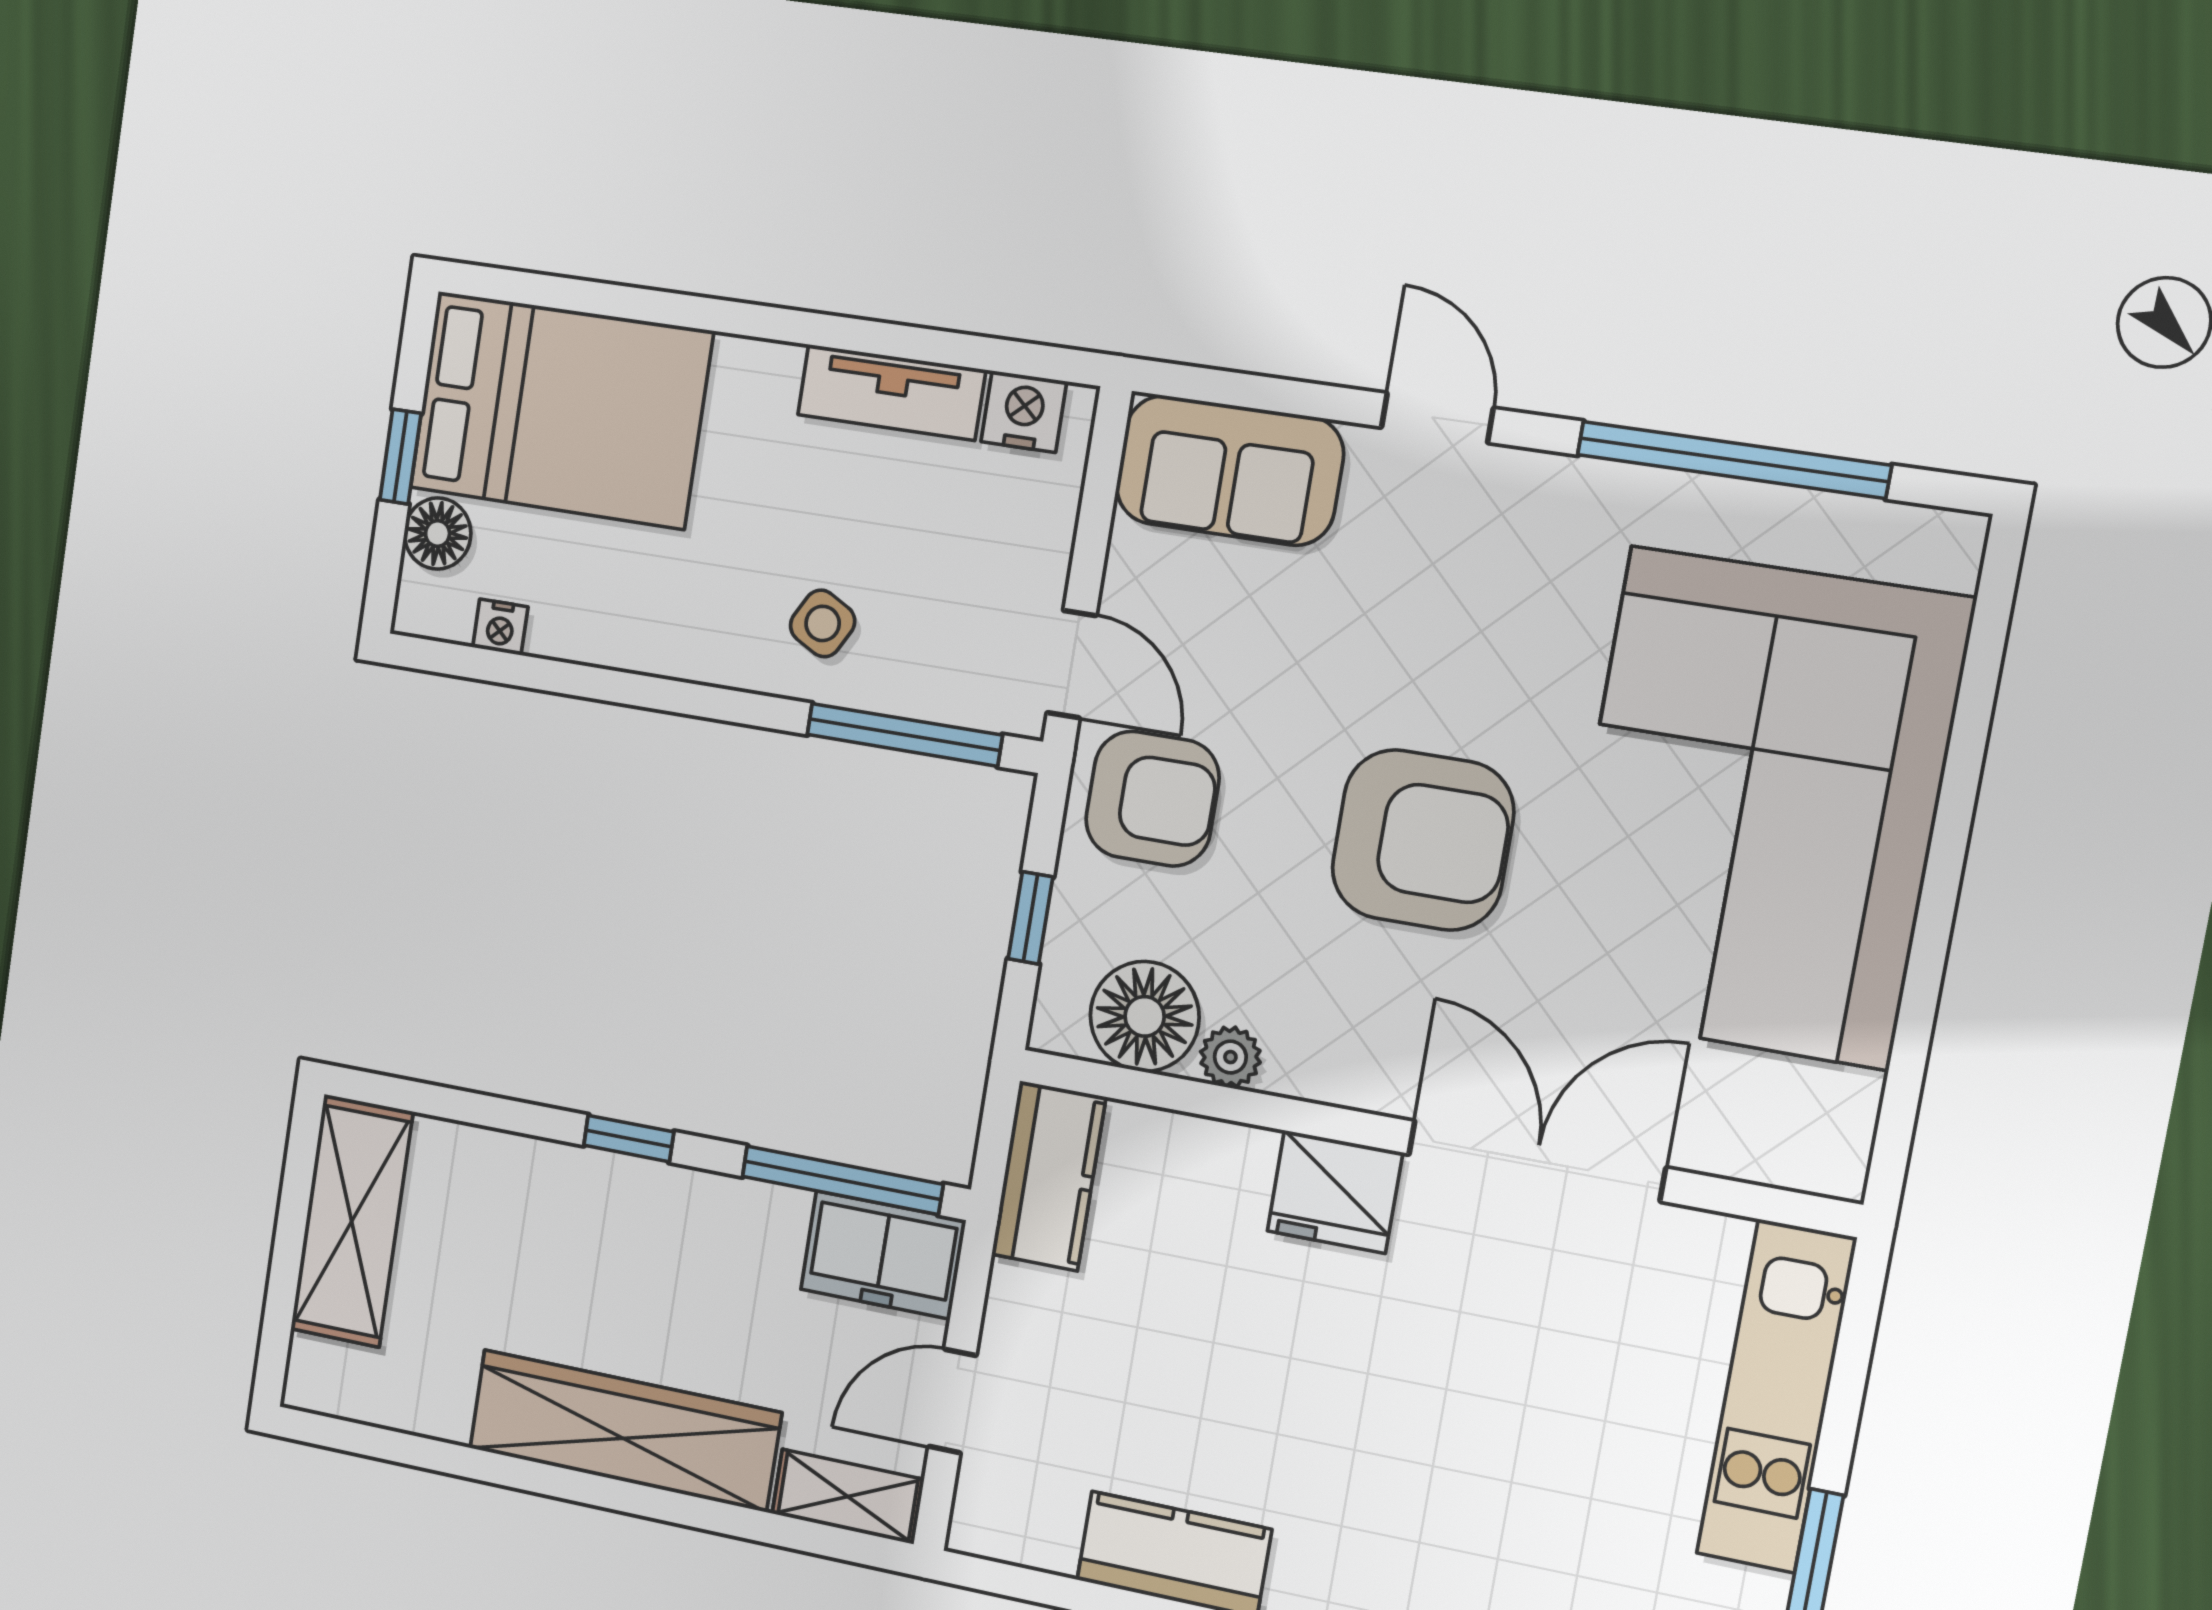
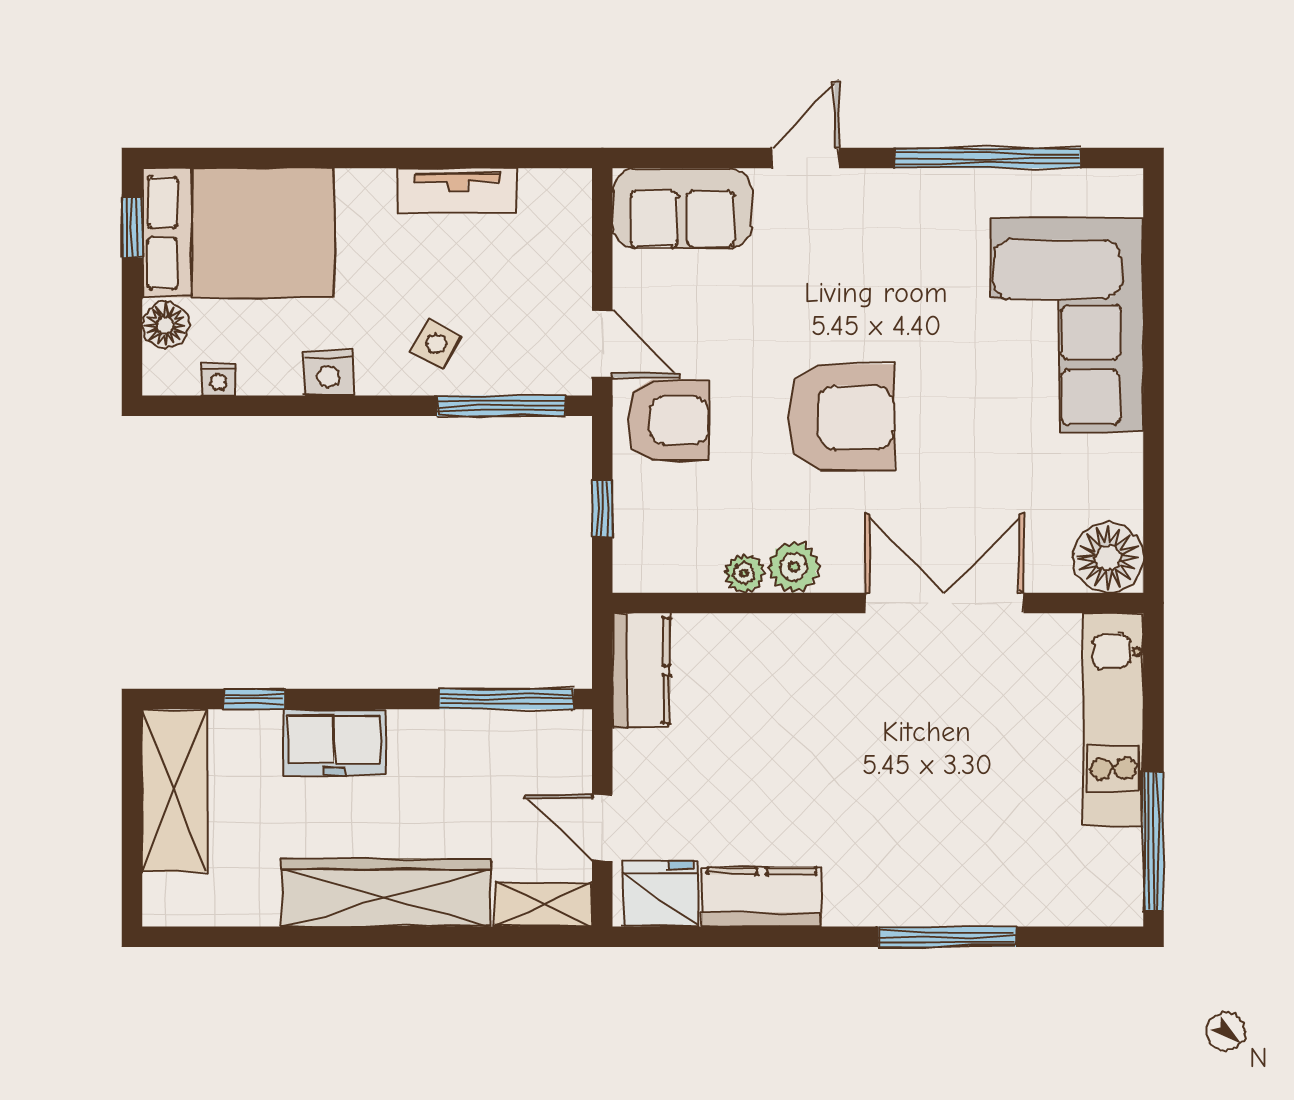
nightstand: (1024, 412) -> (328, 373), moved, turned 180
door: (1437, 418) -> (805, 158), hinge flipped
window: (400, 457) -> (132, 228), moved
corner sofa: (1760, 808) -> (1067, 325), width x0.73, depth x0.74
floor lamp: (1145, 1016) -> (1108, 558), moved
plant: (1309, 1061) -> (794, 567), added
window: (629, 1139) -> (254, 699), moved
fridge: (1335, 1192) -> (660, 894), moved, turned 180
freezer: (883, 1255) -> (334, 742), moved
door: (952, 1401) -> (602, 828), hinge flipped

